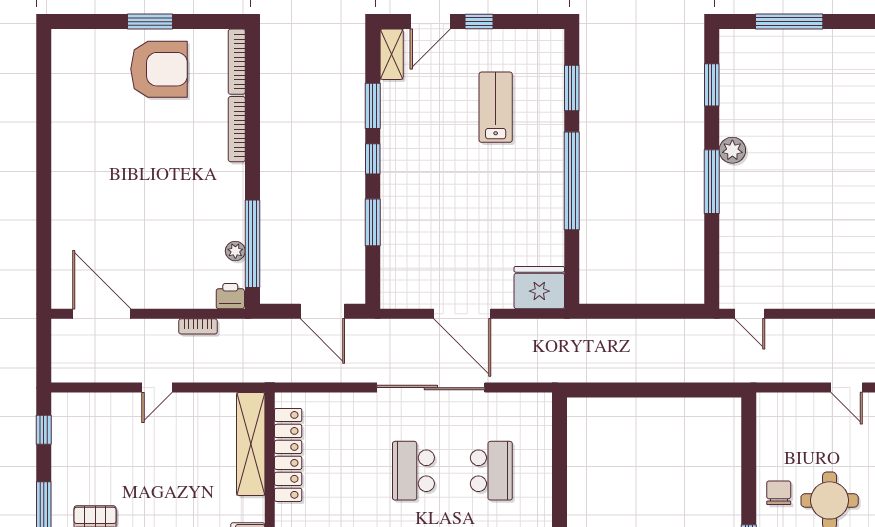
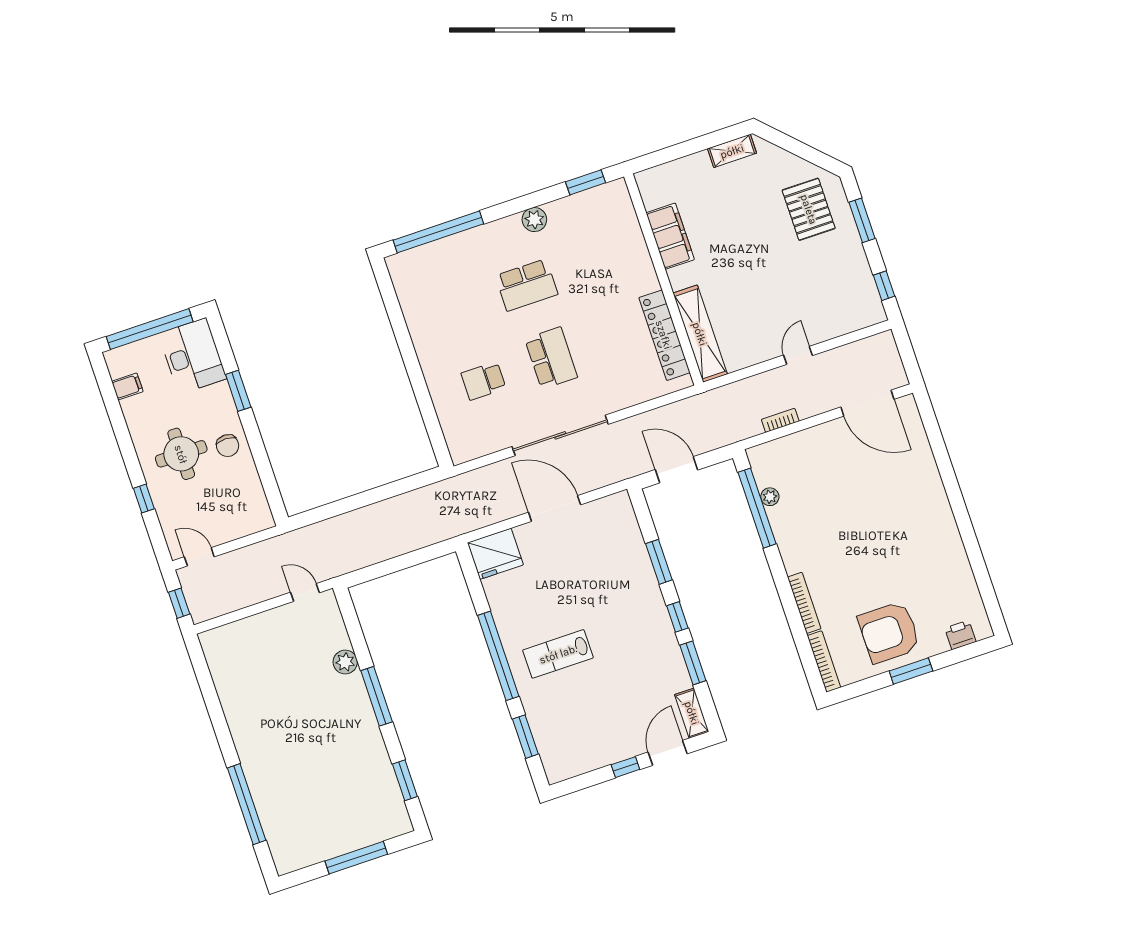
lab bench: (496, 107) -> (558, 654), moved, turned 90
plant: (732, 150) -> (345, 662), moved
printer: (230, 296) -> (960, 635), moved, turned 180
school desk: (491, 471) -> (483, 381), width x0.54

